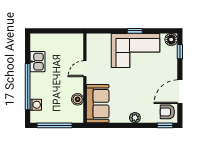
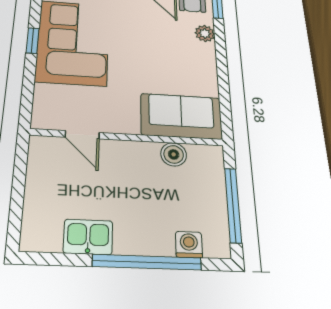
door: (85, 69) -> (82, 135), moved
plant: (135, 118) -> (205, 33), moved

